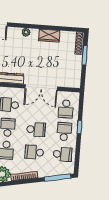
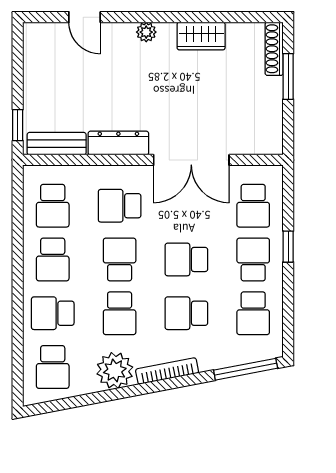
school desk: (36, 129) -> (186, 259), turned 180
school desk: (63, 154) -> (253, 313), turned 90

